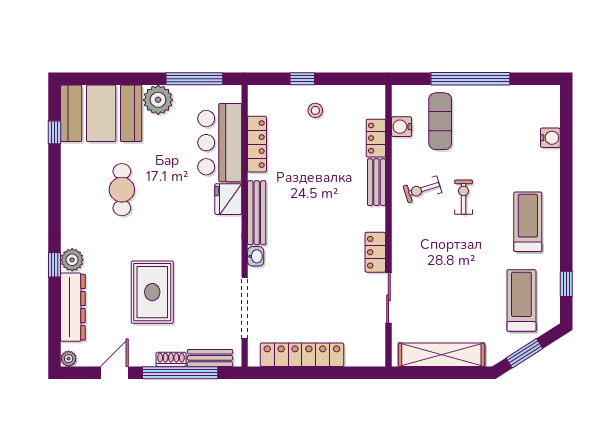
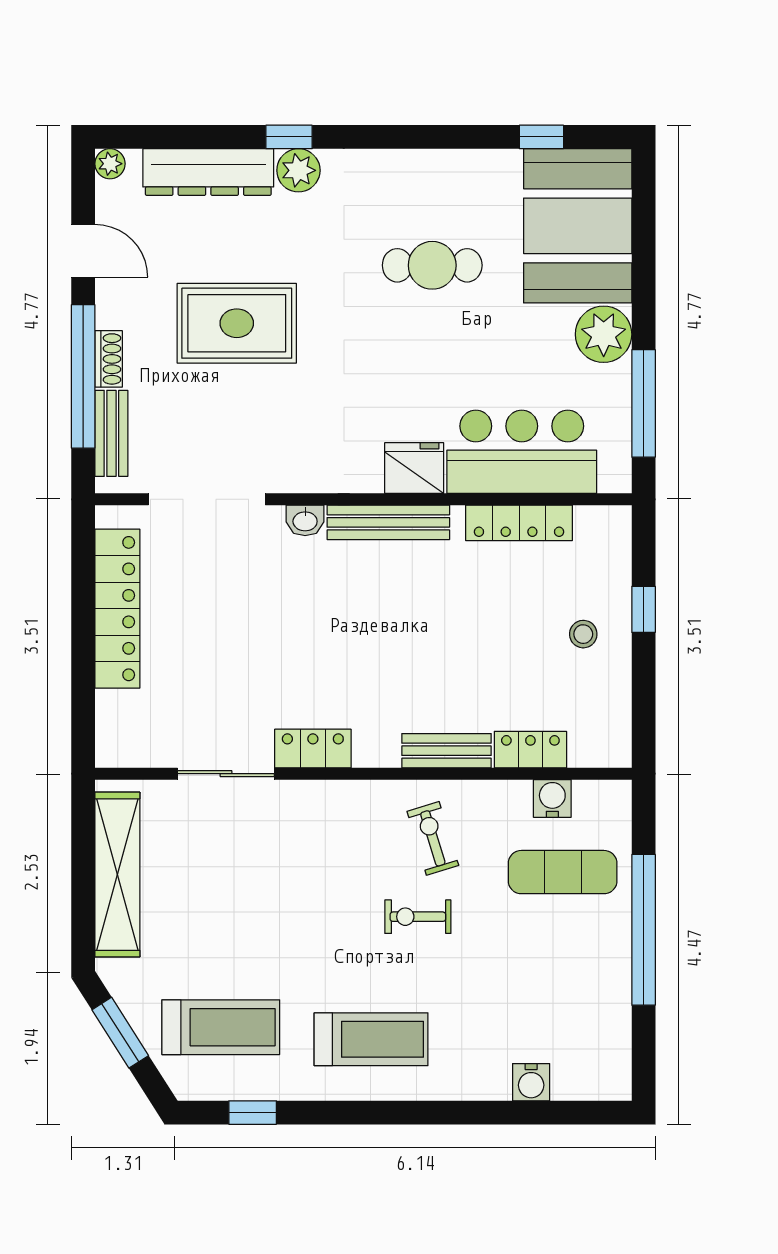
exercise bike: (464, 197) -> (418, 917), turned 180

